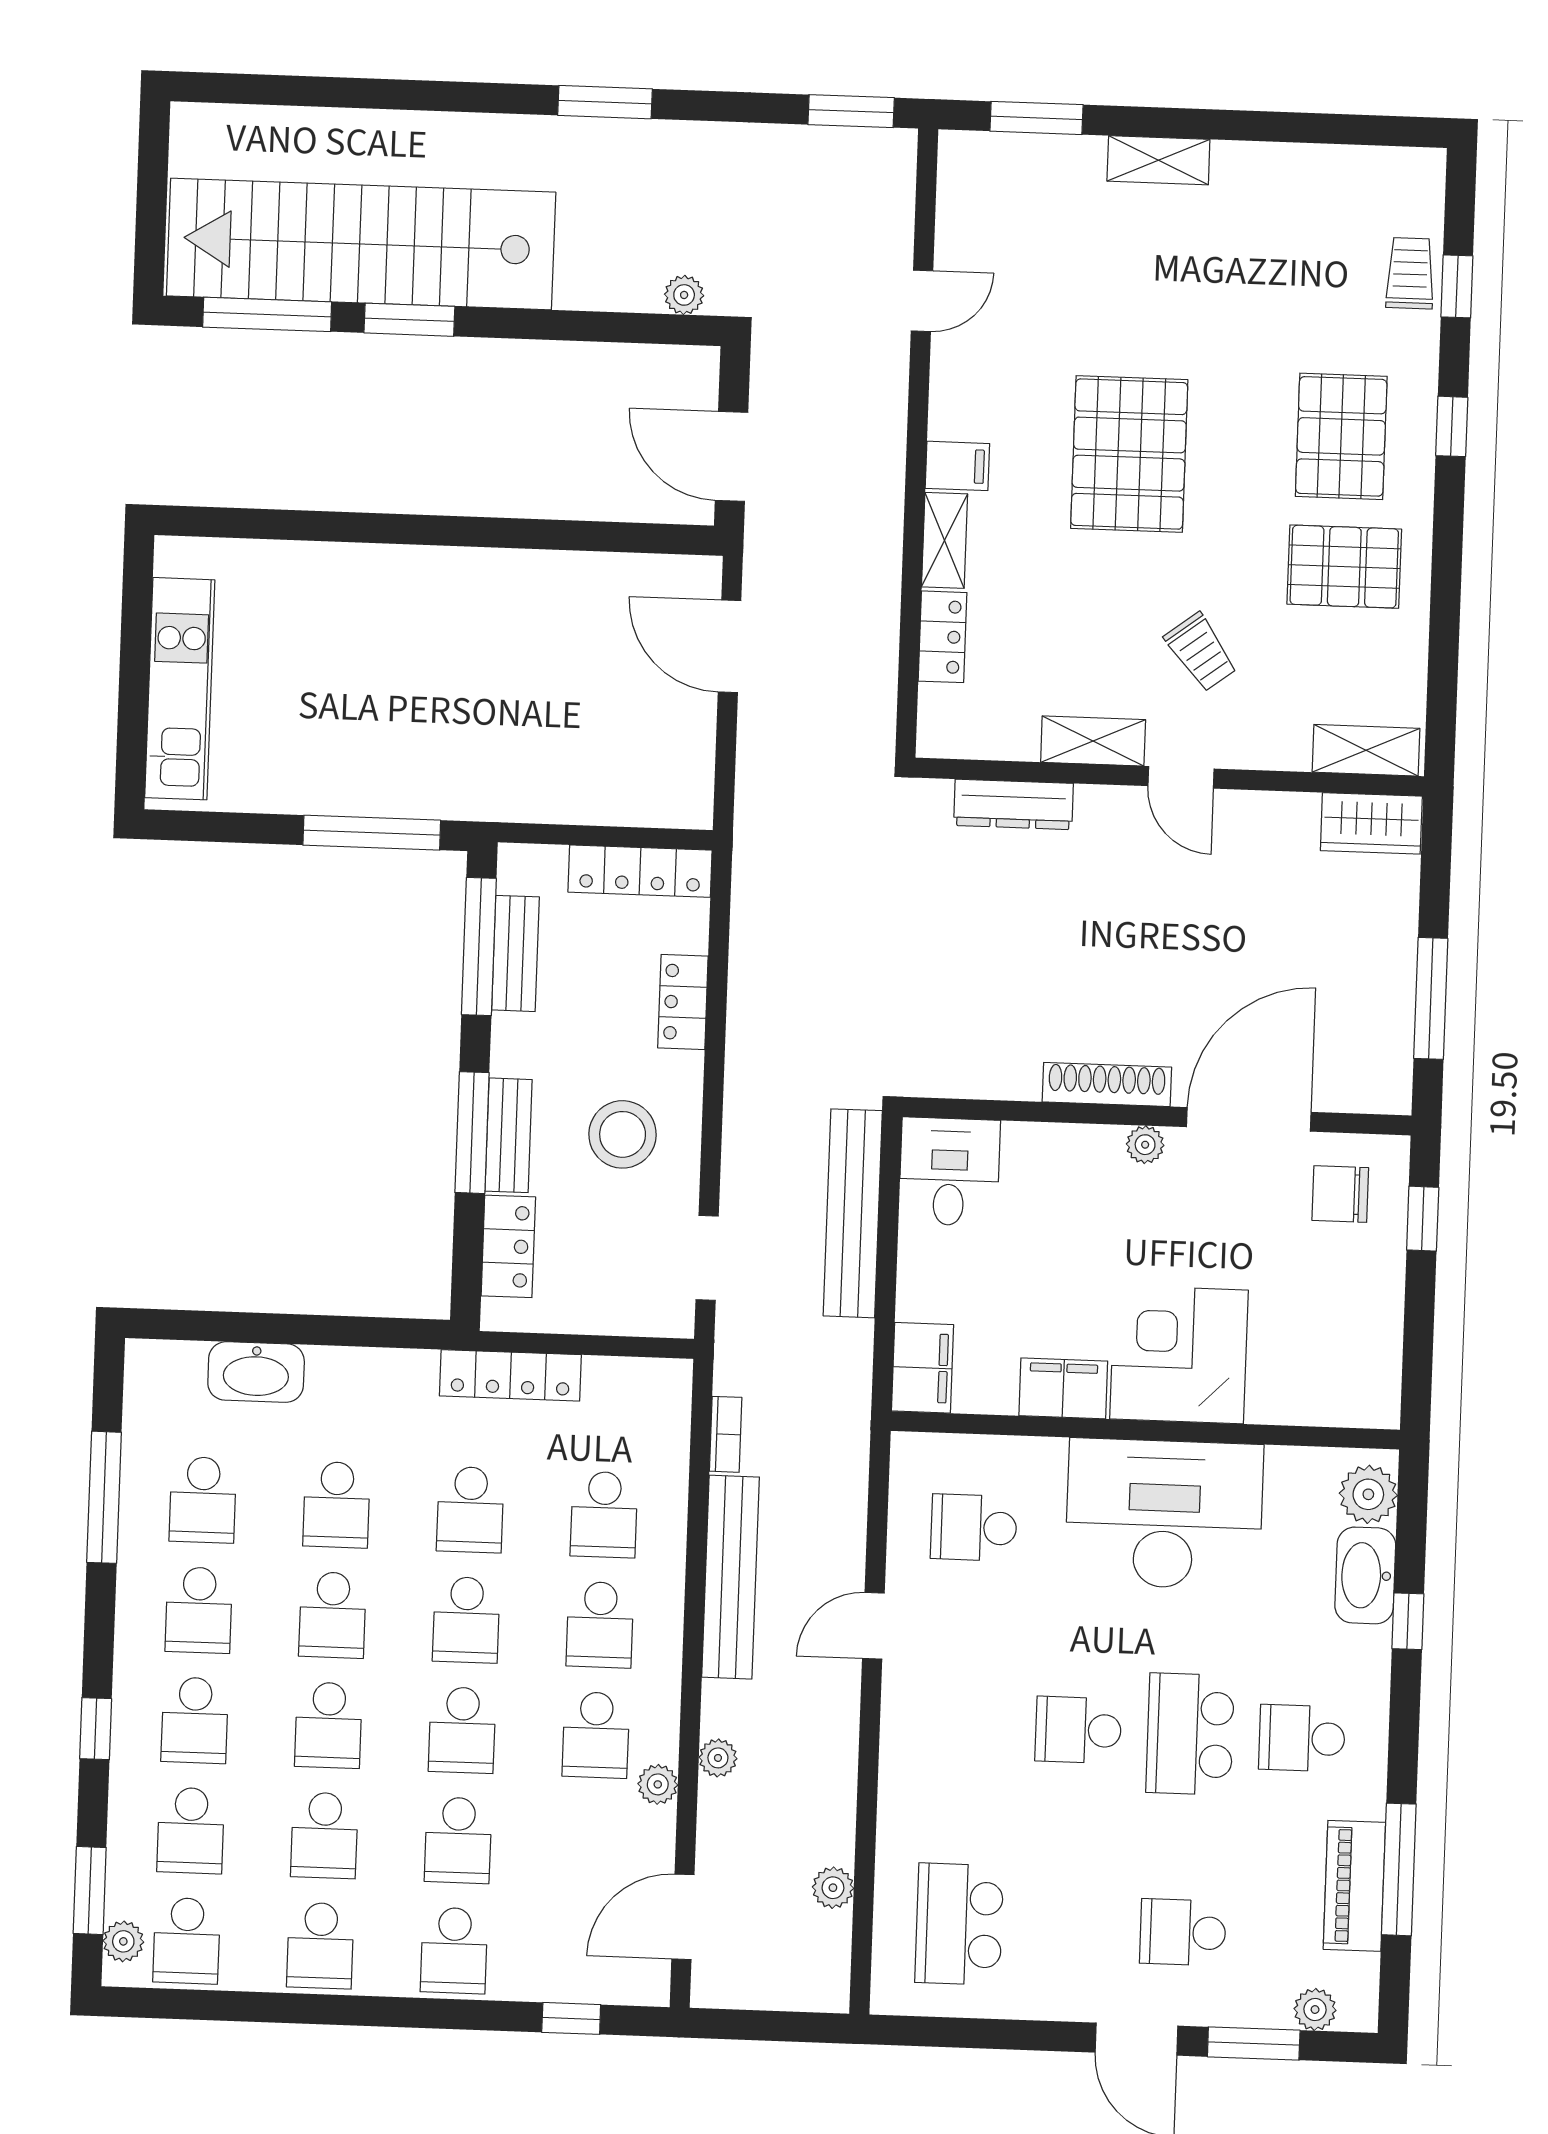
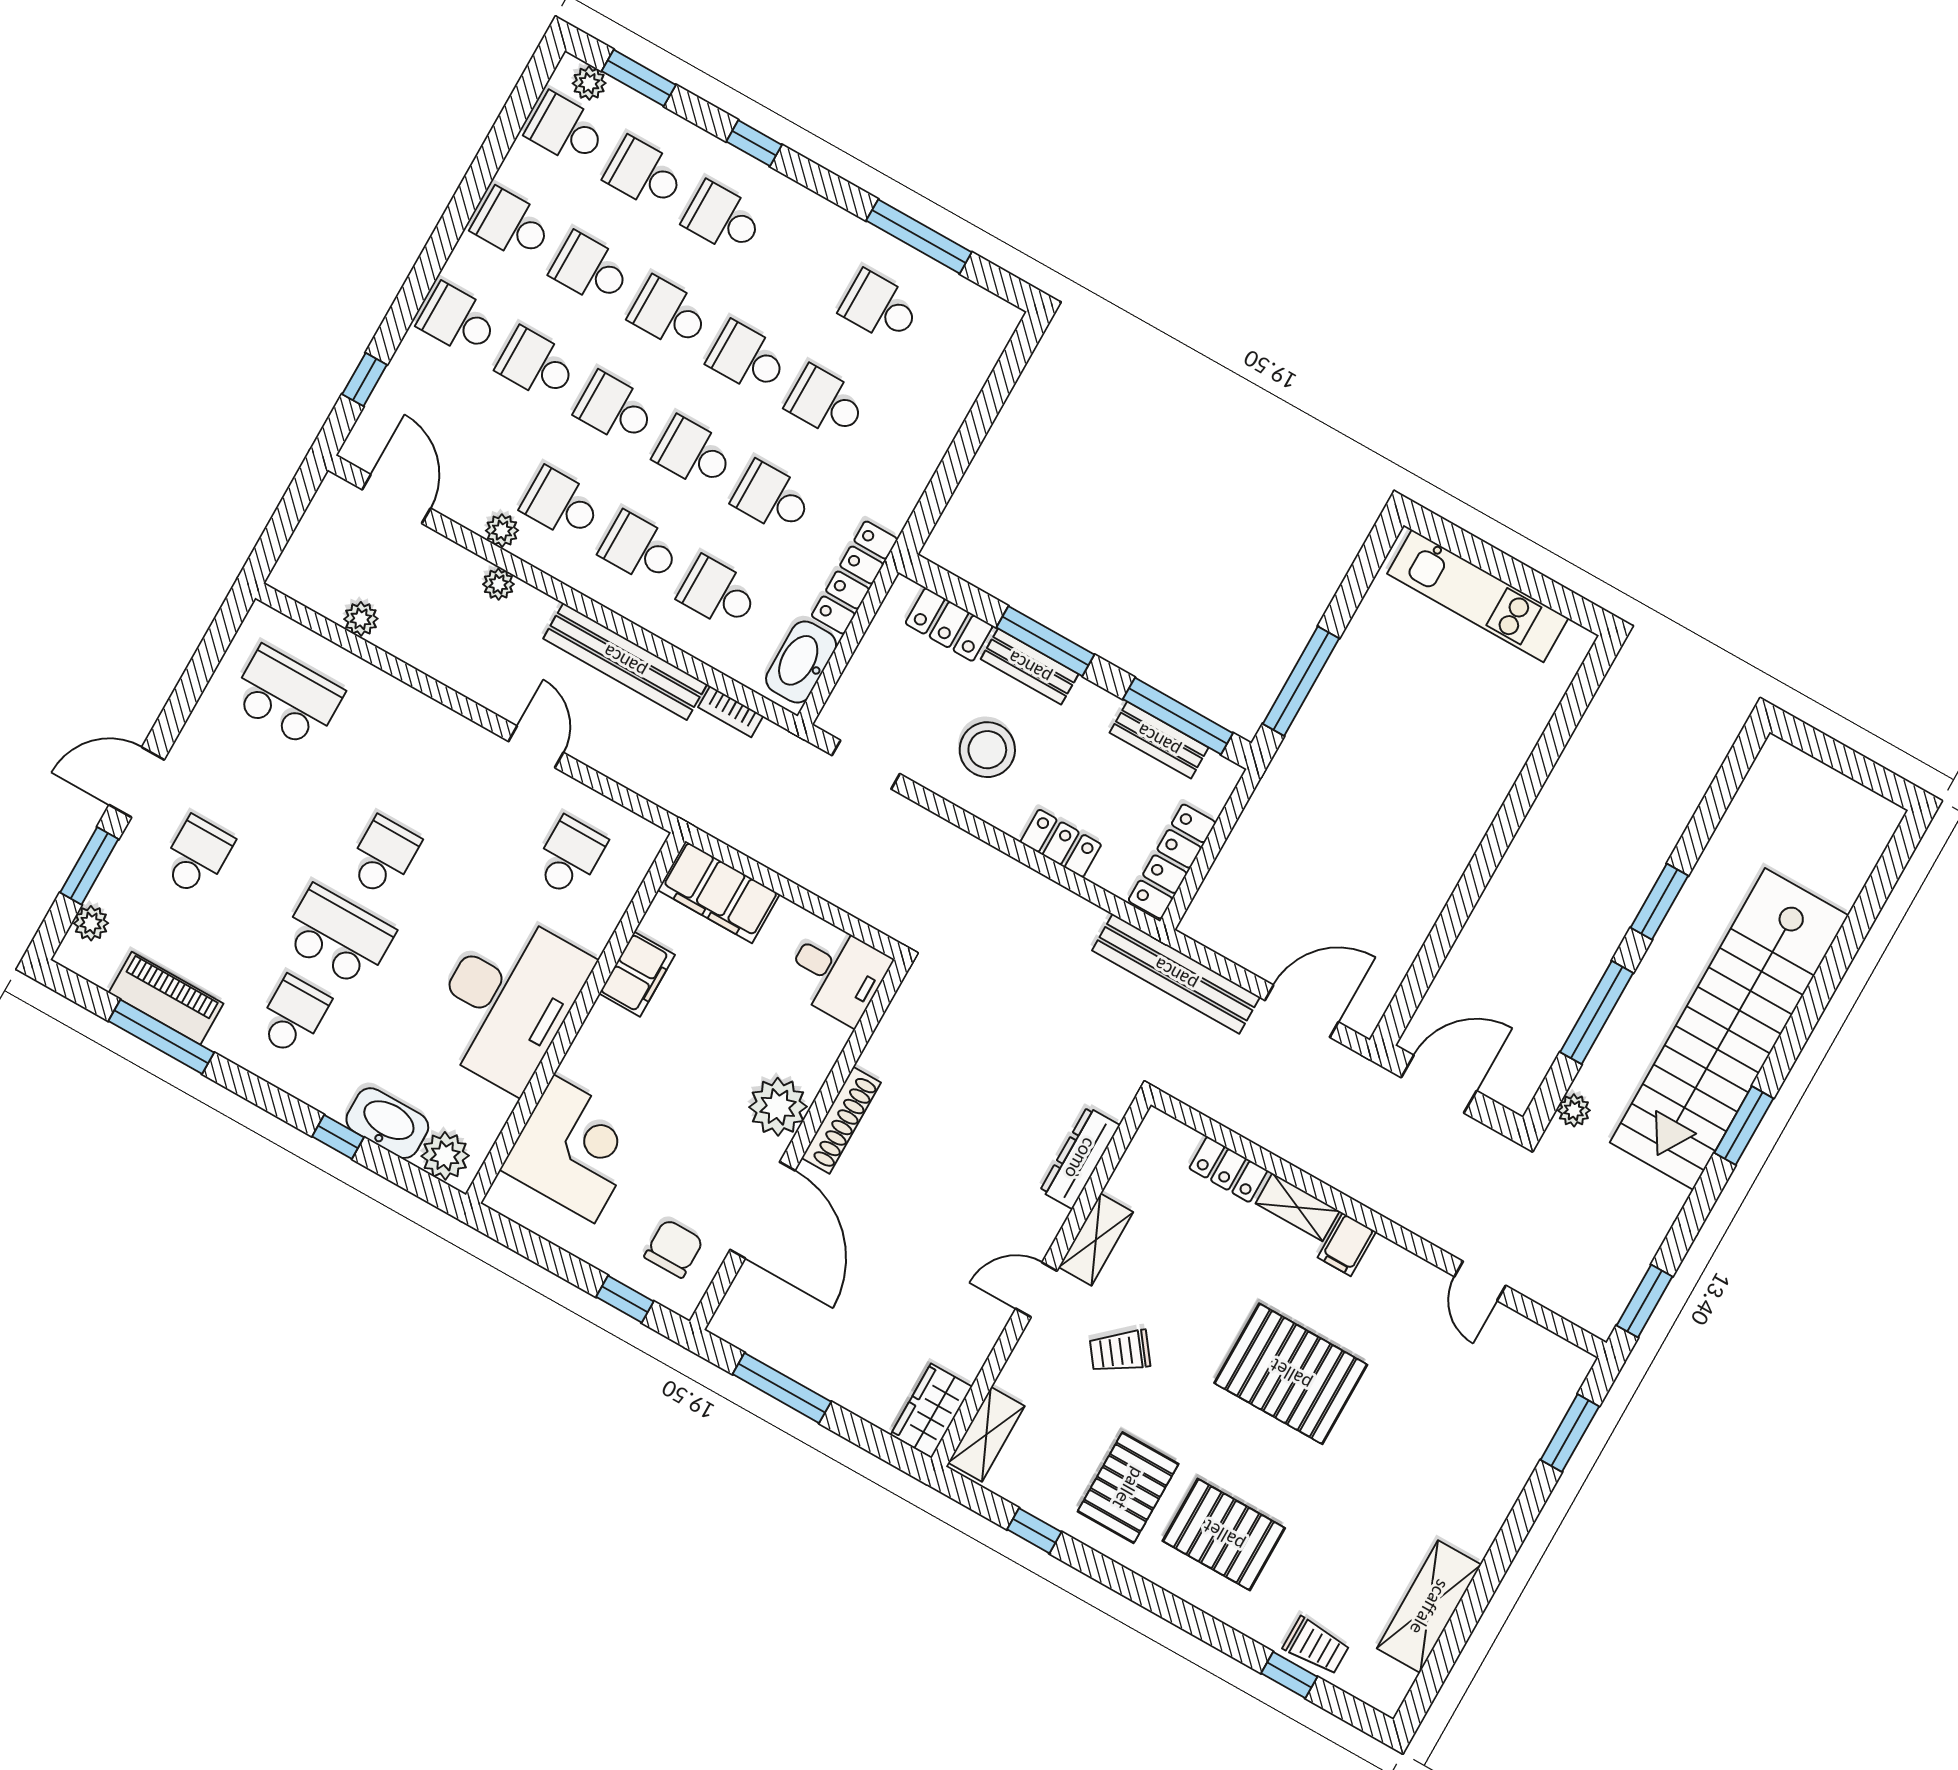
shelving: (1158, 160) -> (1429, 1607), moved, width x1.50, depth x1.33
stairs: (361, 244) -> (1729, 1029), moved, turned 180
window: (267, 314) -> (1597, 1013), moved
window: (1452, 426) -> (1034, 1531), moved
plant: (1145, 1145) -> (778, 1107), width x1.88, depth x1.88
bench: (853, 1213) -> (1176, 974), moved
corner desk: (1179, 1355) -> (574, 1149), moved
filing cabinet: (922, 1368) -> (719, 892), width x1.50, depth x1.17
washbasin: (256, 1372) -> (801, 662), moved
school desk: (199, 1610) -> (801, 263), removed

